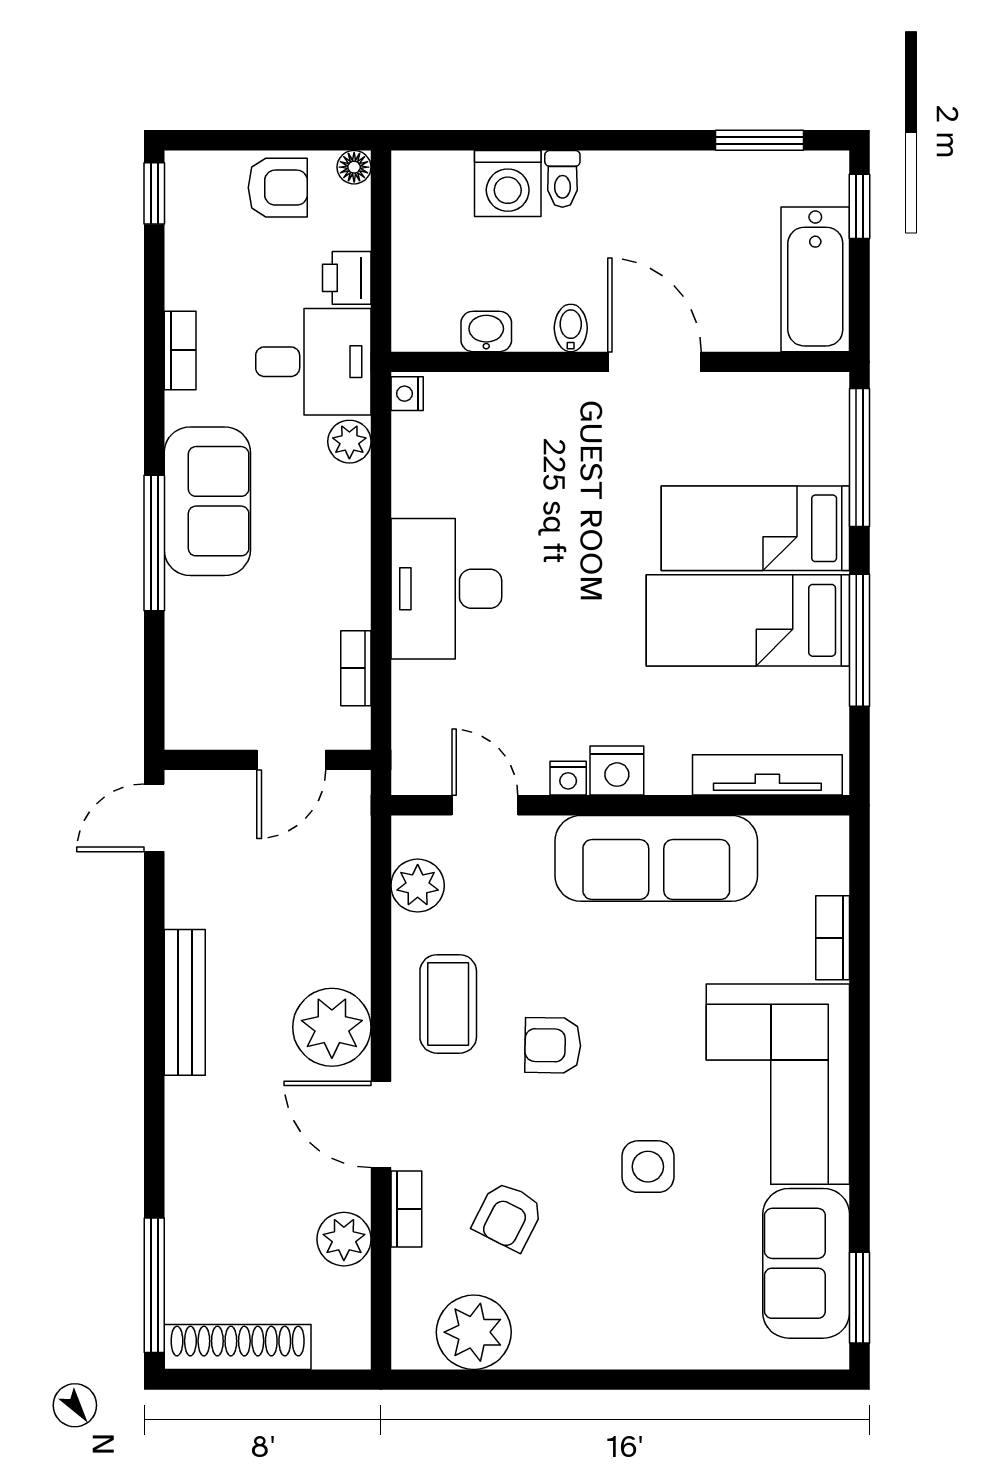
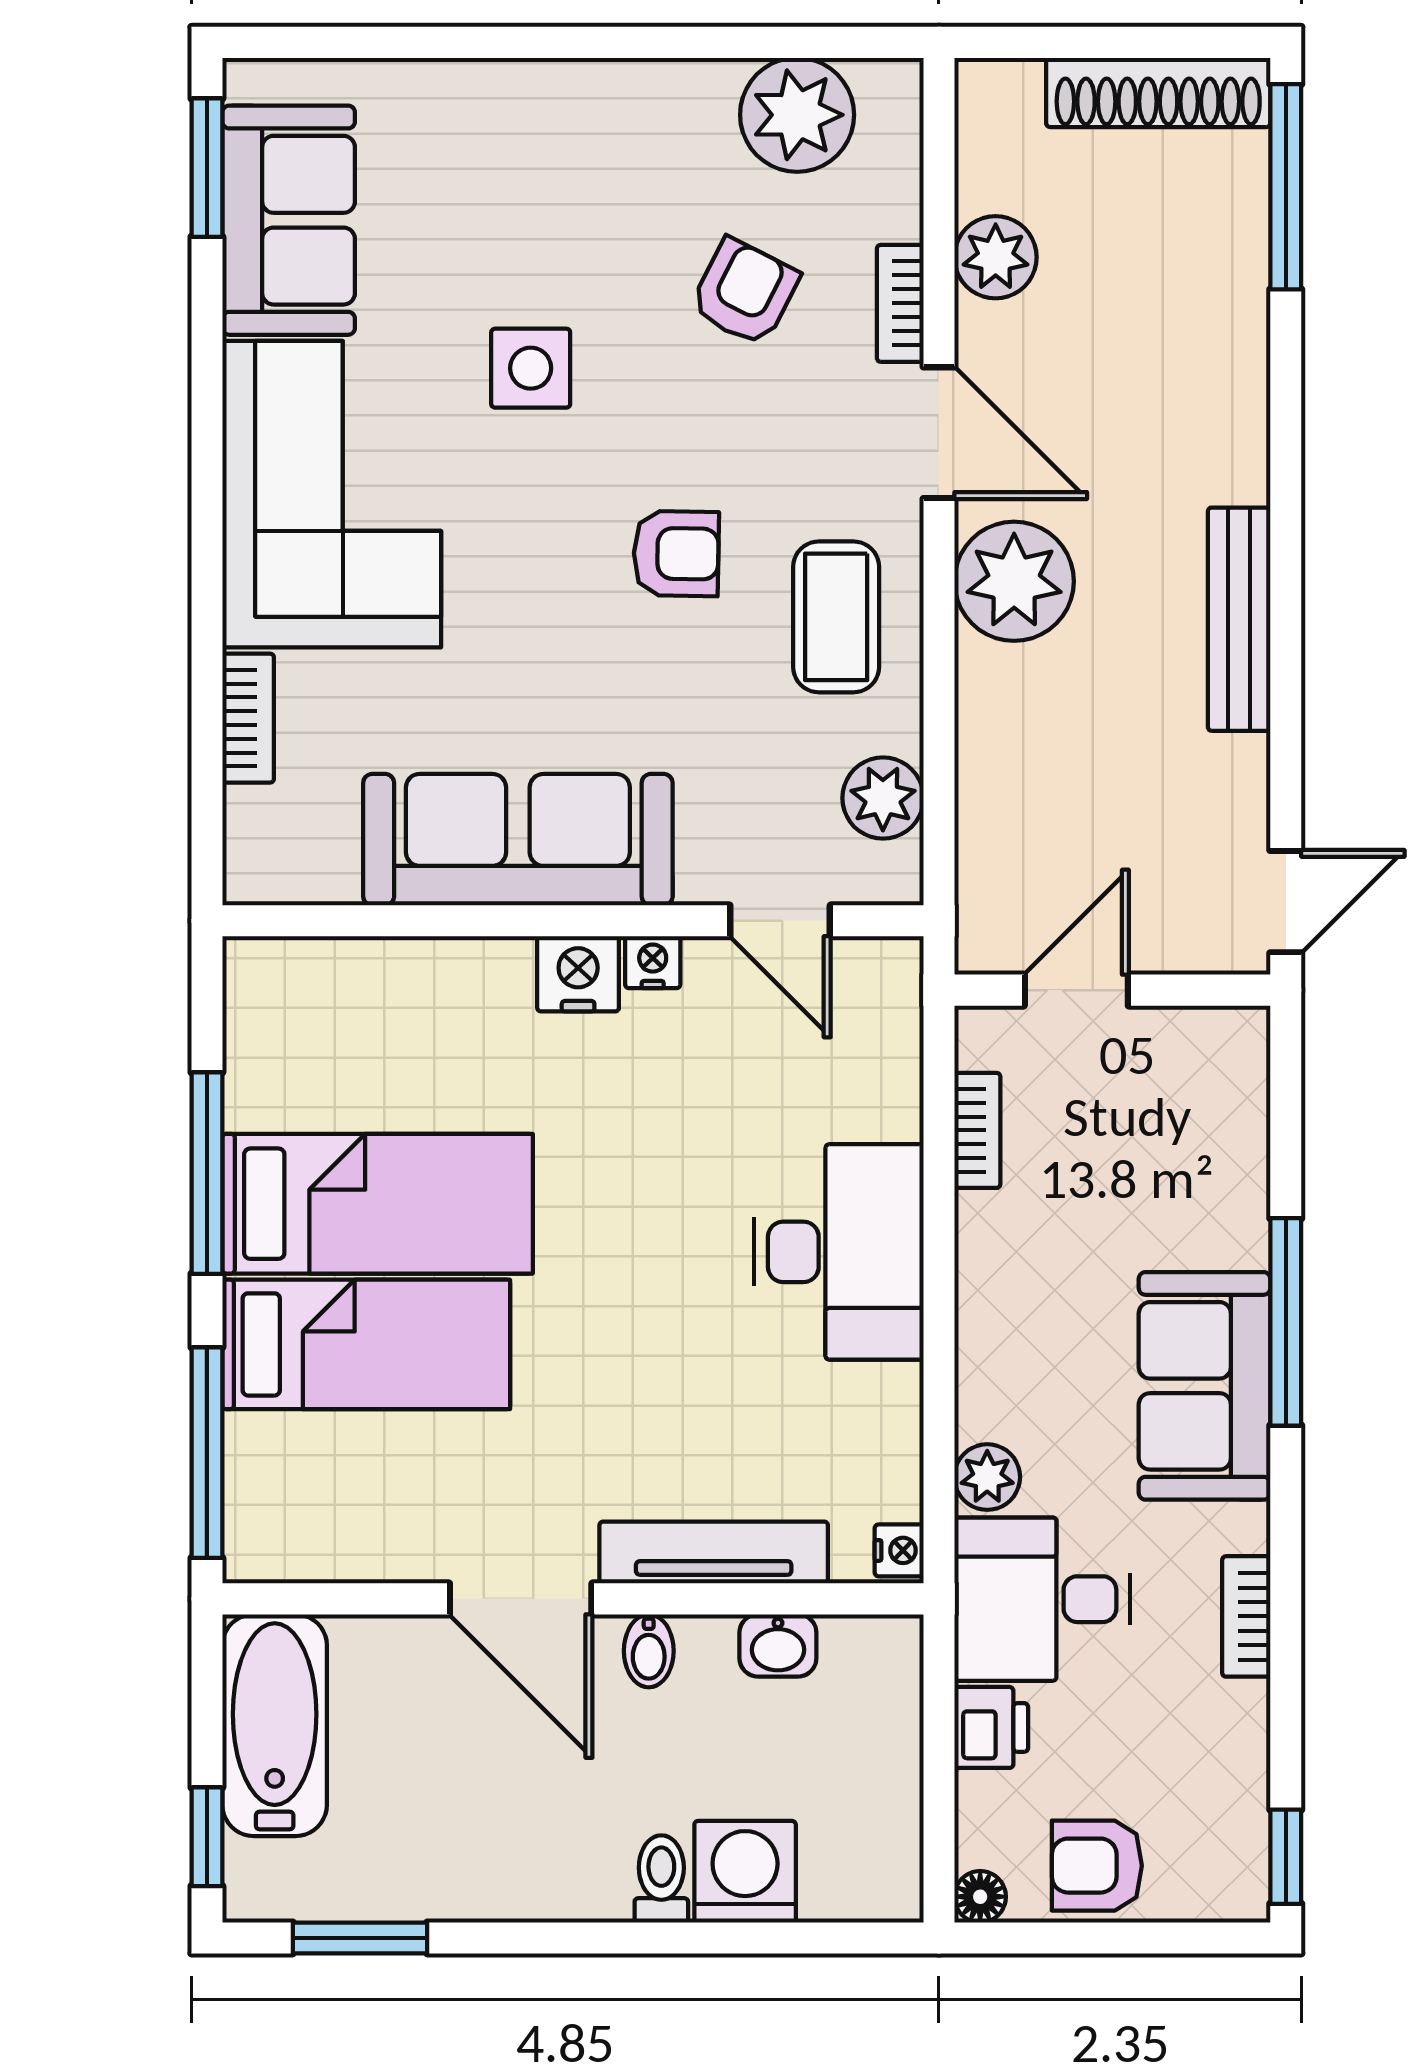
tv unit: (767, 775) -> (714, 1552), moved, turned 180

